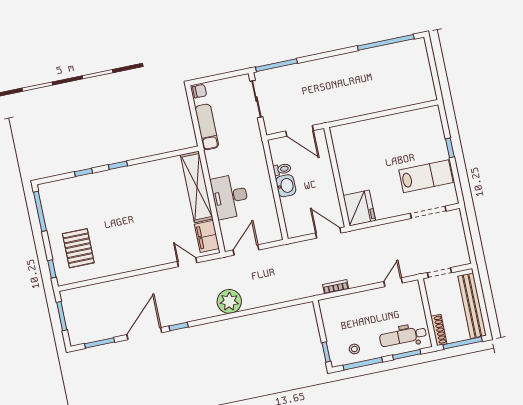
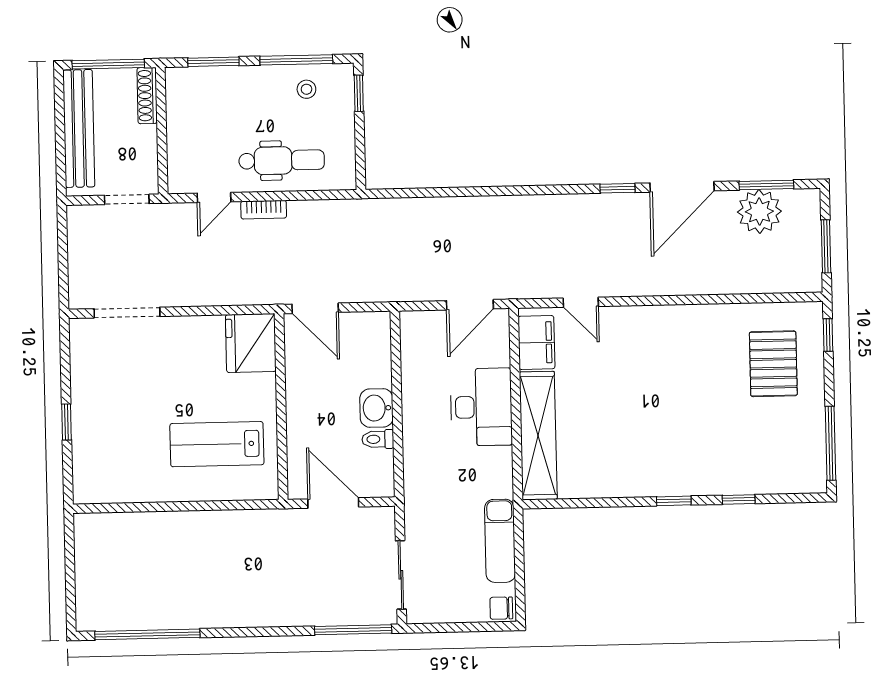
lab bench: (426, 176) -> (217, 444), moved
bookcase: (336, 287) -> (264, 210), moved
plant: (229, 301) -> (759, 212), moved
dental chair: (403, 336) -> (282, 160), moved

